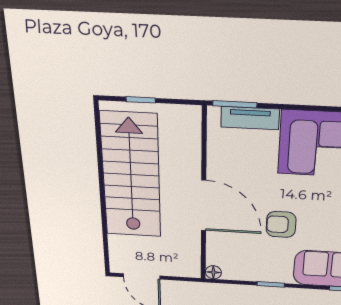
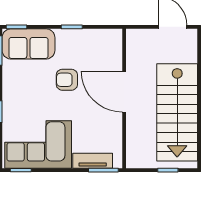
armchair: (281, 224) -> (67, 80), turned 180
floor lamp: (213, 272) -> (116, 35), removed

